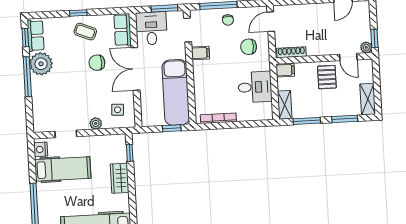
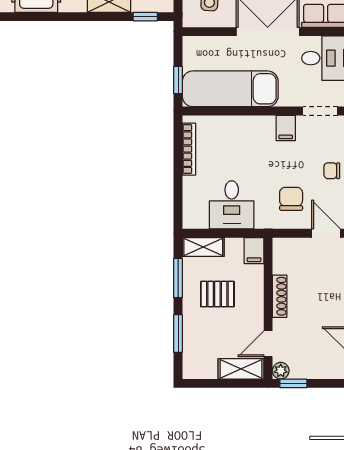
shoe rack: (291, 52) -> (280, 296), moved
pallet: (327, 77) -> (217, 294), moved
shelving: (368, 99) -> (241, 369), moved

